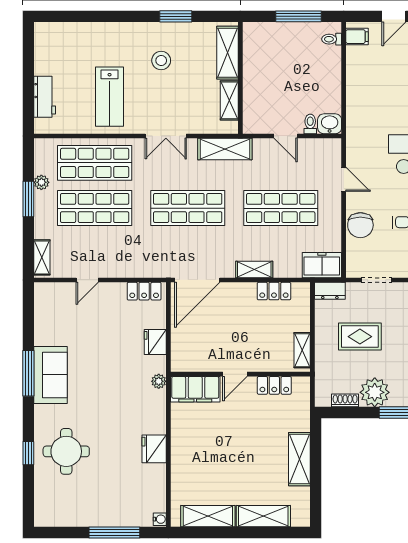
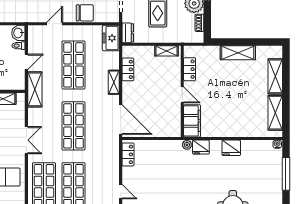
shelving: (225, 149) -> (35, 89), moved
fridge: (155, 342) -> (201, 147), moved

